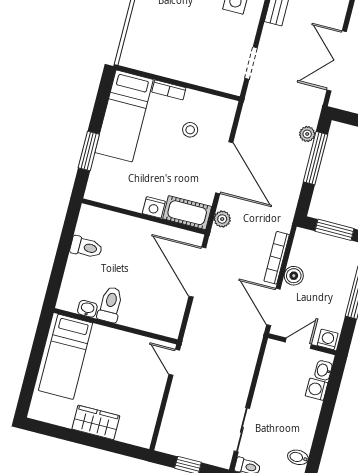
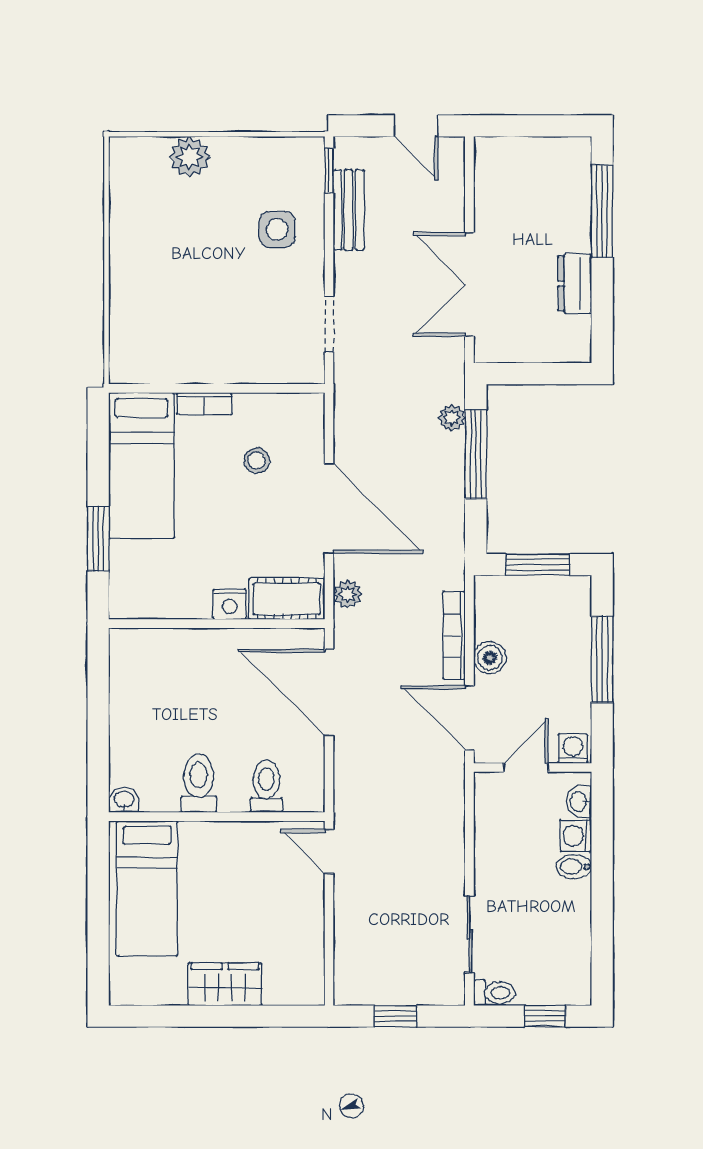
toilet: (86, 247) -> (266, 786), moved, turned -90
washbasin: (87, 309) -> (124, 800), moved
bidet: (298, 457) -> (574, 867), moved

